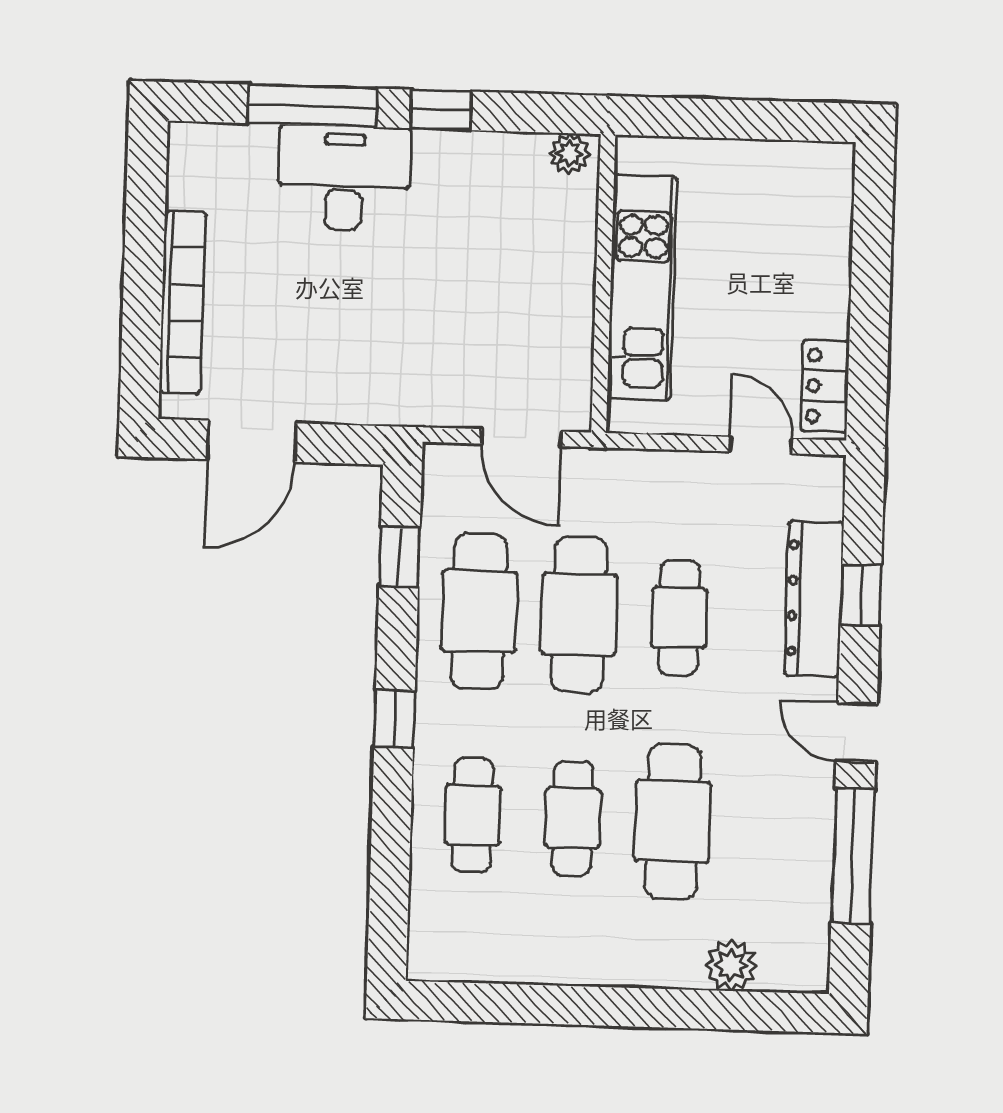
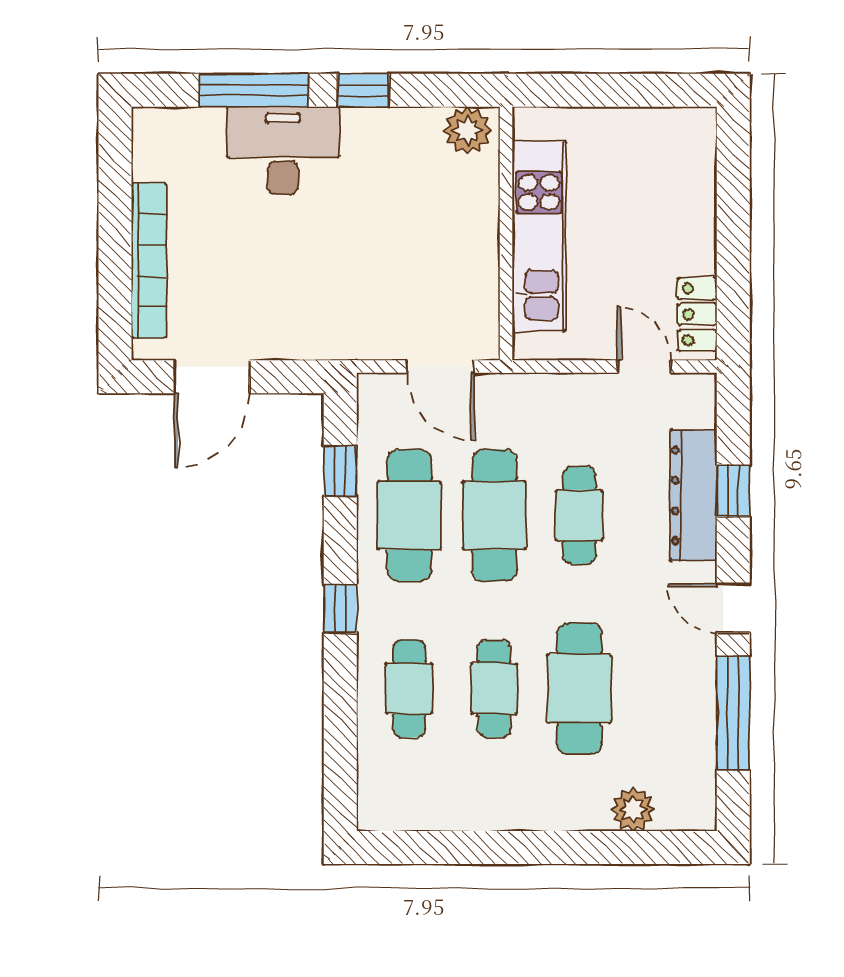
plant: (569, 154) -> (467, 130), width x1.38, depth x1.38

